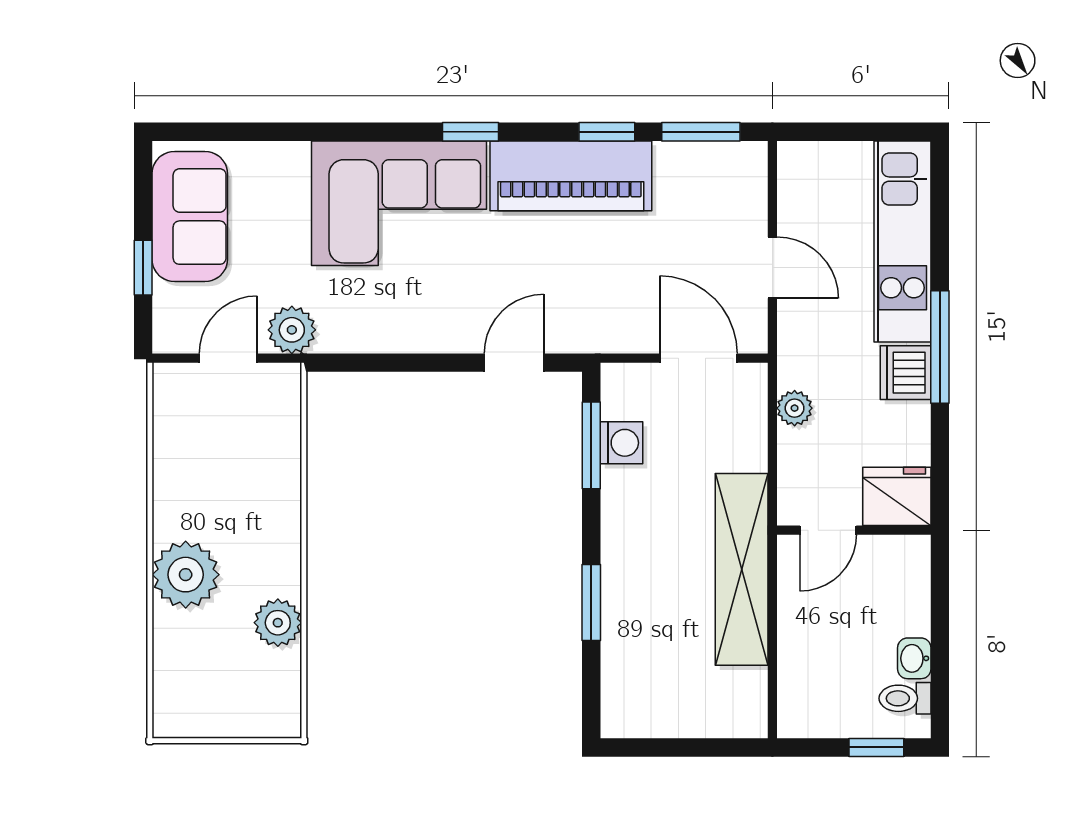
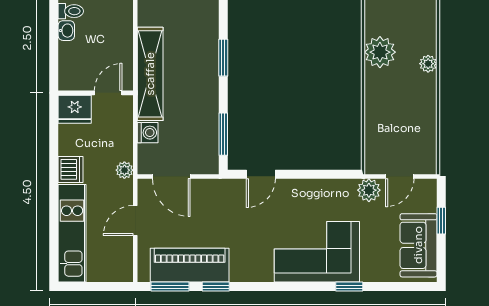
window: (470, 132) -> (349, 287), moved
piano: (571, 176) -> (190, 265), moved
door: (772, 268) -> (135, 221), hinge flipped
window: (940, 347) -> (54, 182), removed
plant: (795, 408) -> (124, 170), moved
washing machine: (621, 443) -> (148, 133), moved, turned 180
plant: (186, 575) -> (428, 64), width x0.53, depth x0.53
plant: (278, 623) -> (380, 52), width x1.36, depth x1.36

